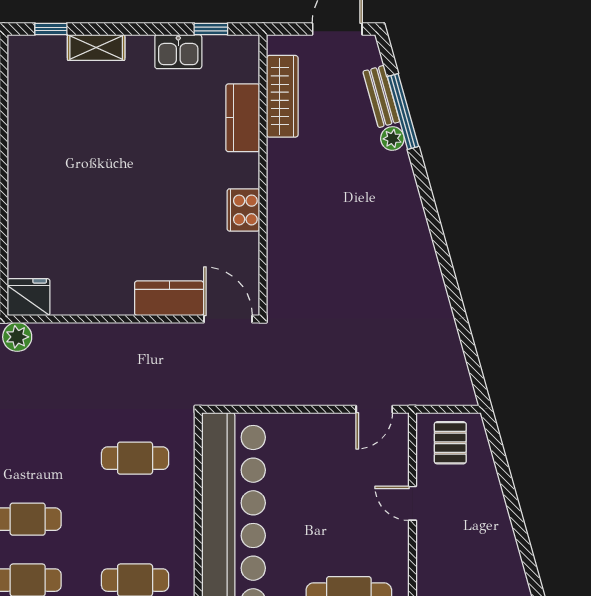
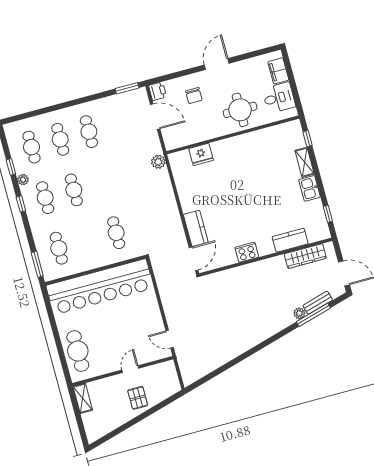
kitchen sink: (178, 52) -> (310, 188), moved
fridge: (28, 297) -> (201, 154), moved, turned 90
pallet: (450, 443) -> (138, 398), moved, turned 90

